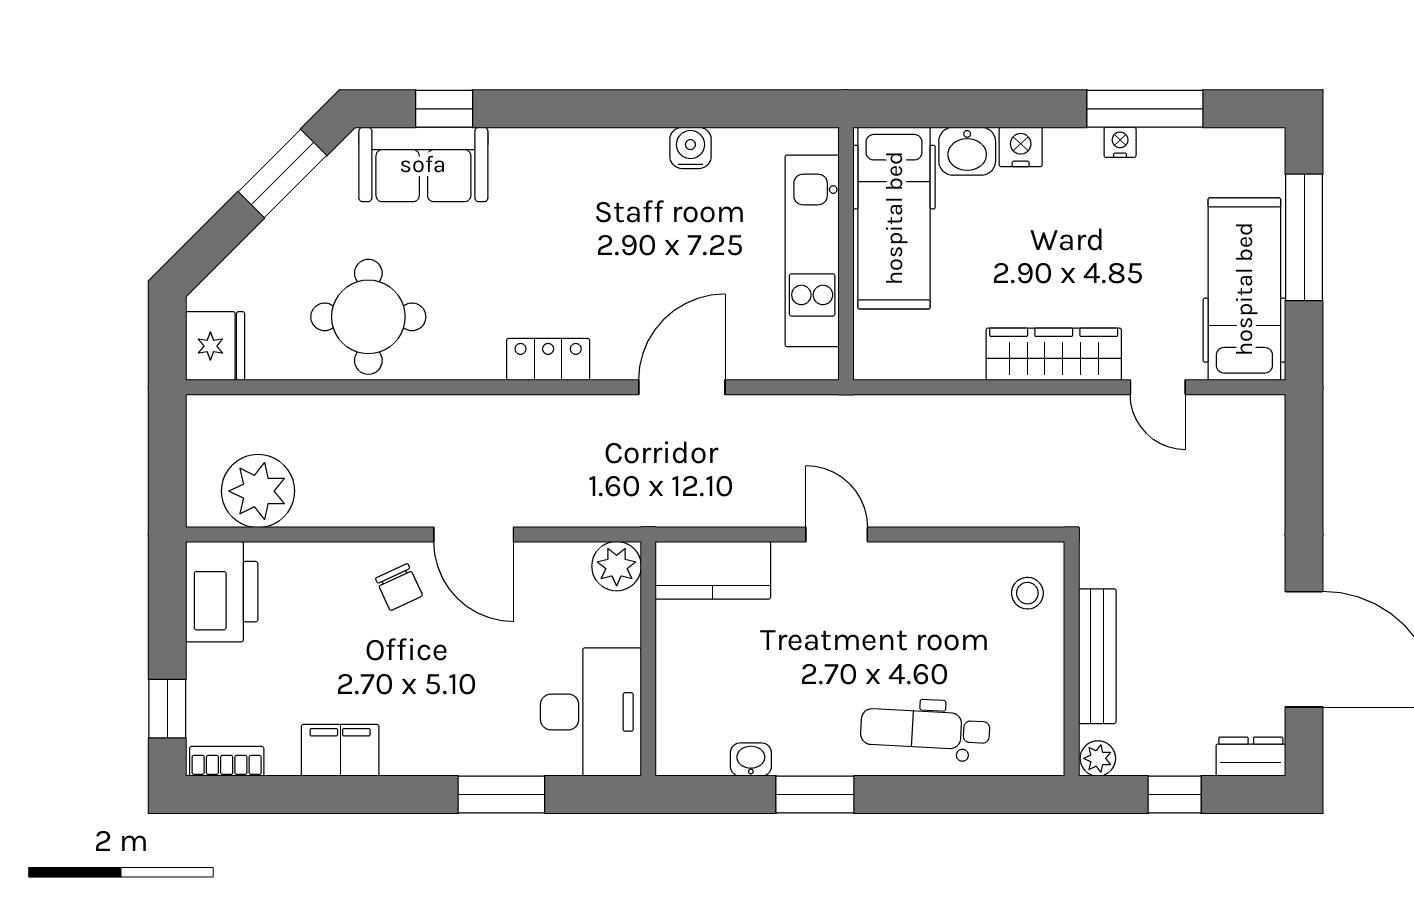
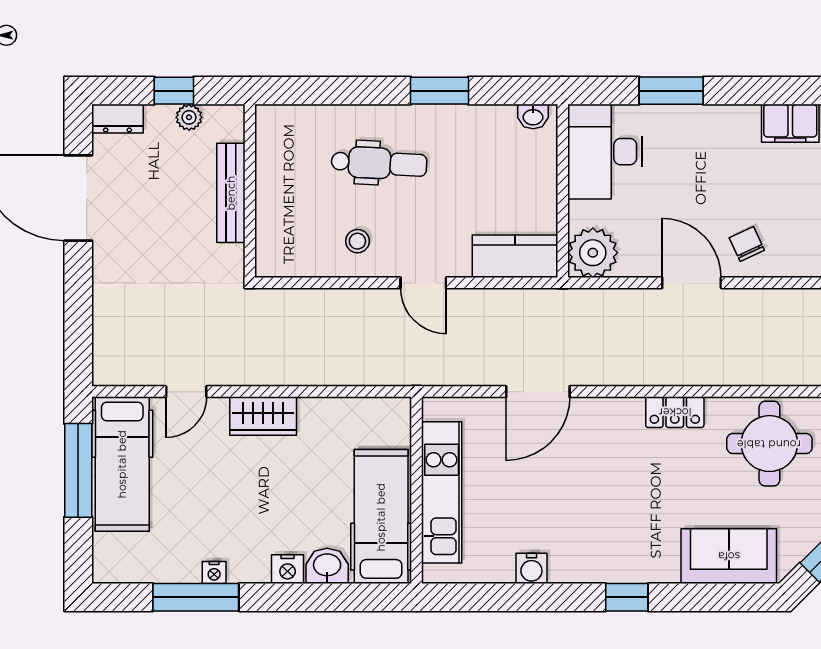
window: (444, 109) -> (627, 597), moved
window: (1304, 237) -> (78, 470), moved
wardrobe: (1054, 354) -> (263, 416), width x0.67
locker: (548, 359) -> (675, 412), moved
door: (1158, 387) -> (186, 392), swing flipped
plant: (617, 566) -> (593, 253), width x1.36, depth x1.36
stool: (1027, 593) -> (357, 241), moved
dental chair: (925, 729) -> (379, 163), moved
plant: (1098, 758) -> (189, 117), moved
washbasin: (751, 760) -> (533, 117), moved

